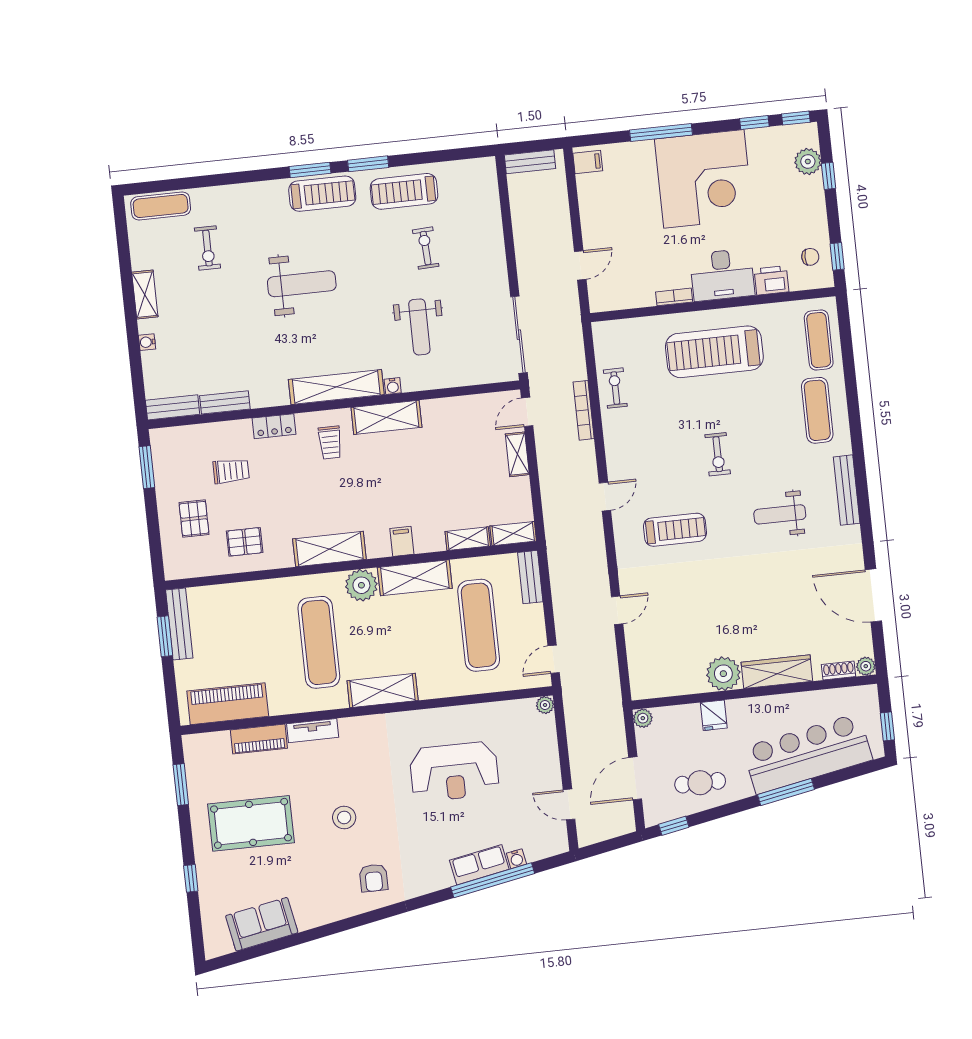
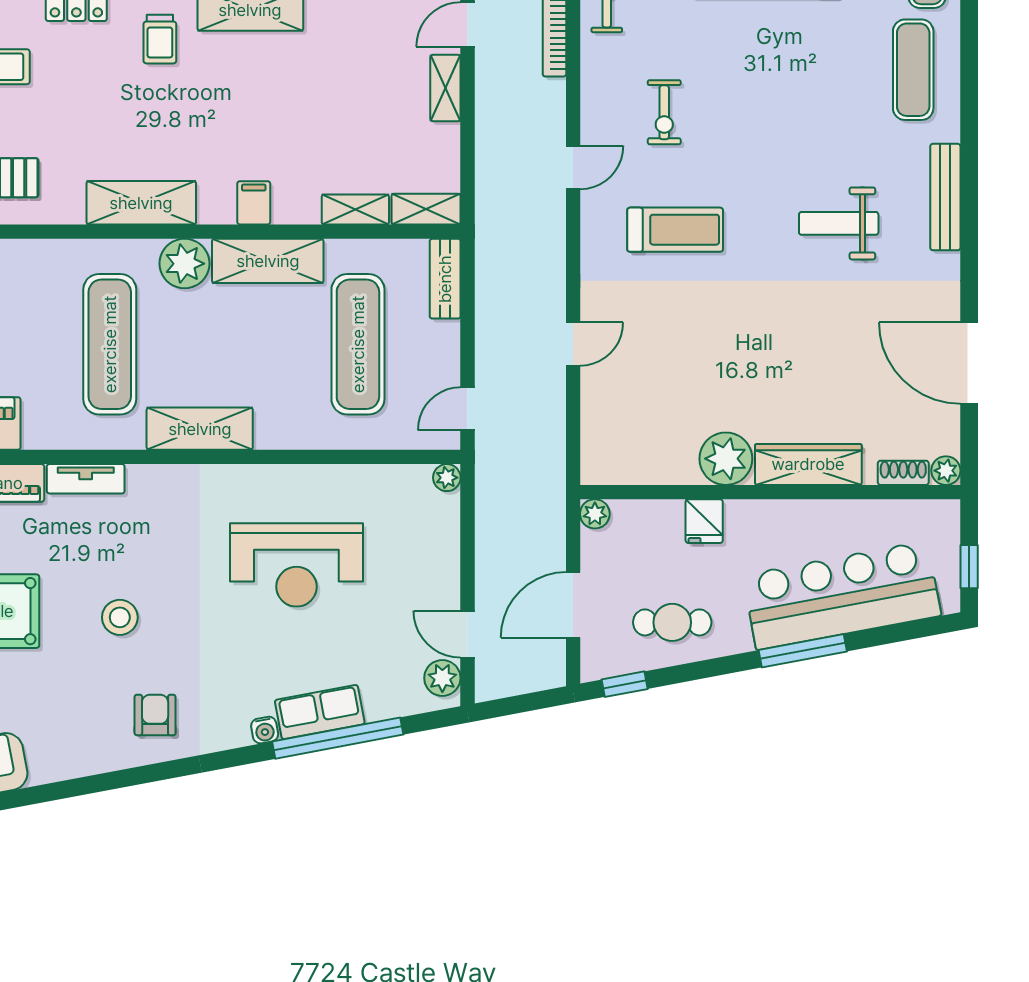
exercise bike: (718, 454) -> (664, 112), moved
plant: (556, 834) -> (442, 678), added
water cooler: (516, 859) -> (265, 730), moved
armchair: (374, 878) -> (155, 715), turned 180

